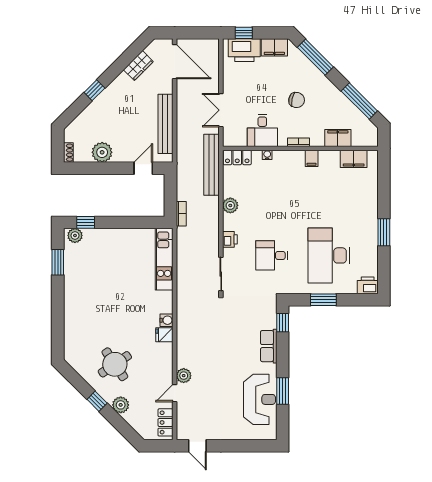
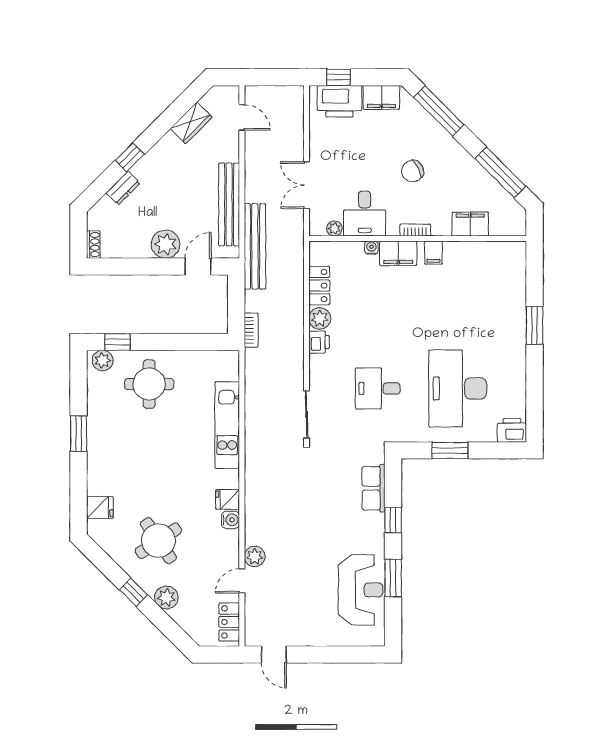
door: (175, 62) -> (242, 117), width x0.53
chair: (297, 100) -> (413, 171), turned 141
dresser: (90, 112) -> (123, 188), added
plant: (241, 141) -> (334, 228), added
plant: (102, 152) -> (166, 244), moved
locker: (237, 157) -> (319, 286), moved, turned -90
filing cabinet: (354, 159) -> (398, 253), moved
bench: (211, 165) -> (255, 246), moved
window: (384, 232) -> (535, 325), moved
printer: (230, 239) -> (319, 342), moved
round table: (108, 252) -> (149, 384), added
kitchen unit: (164, 259) -> (227, 425), moved
window: (58, 262) -> (79, 434), moved
water cooler: (166, 320) -> (231, 520), moved
window: (283, 323) -> (393, 520), moved
fridge: (73, 341) -> (100, 508), added
row of seats: (269, 346) -> (374, 488), moved

